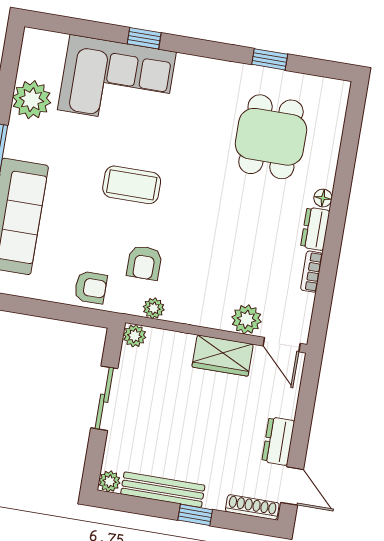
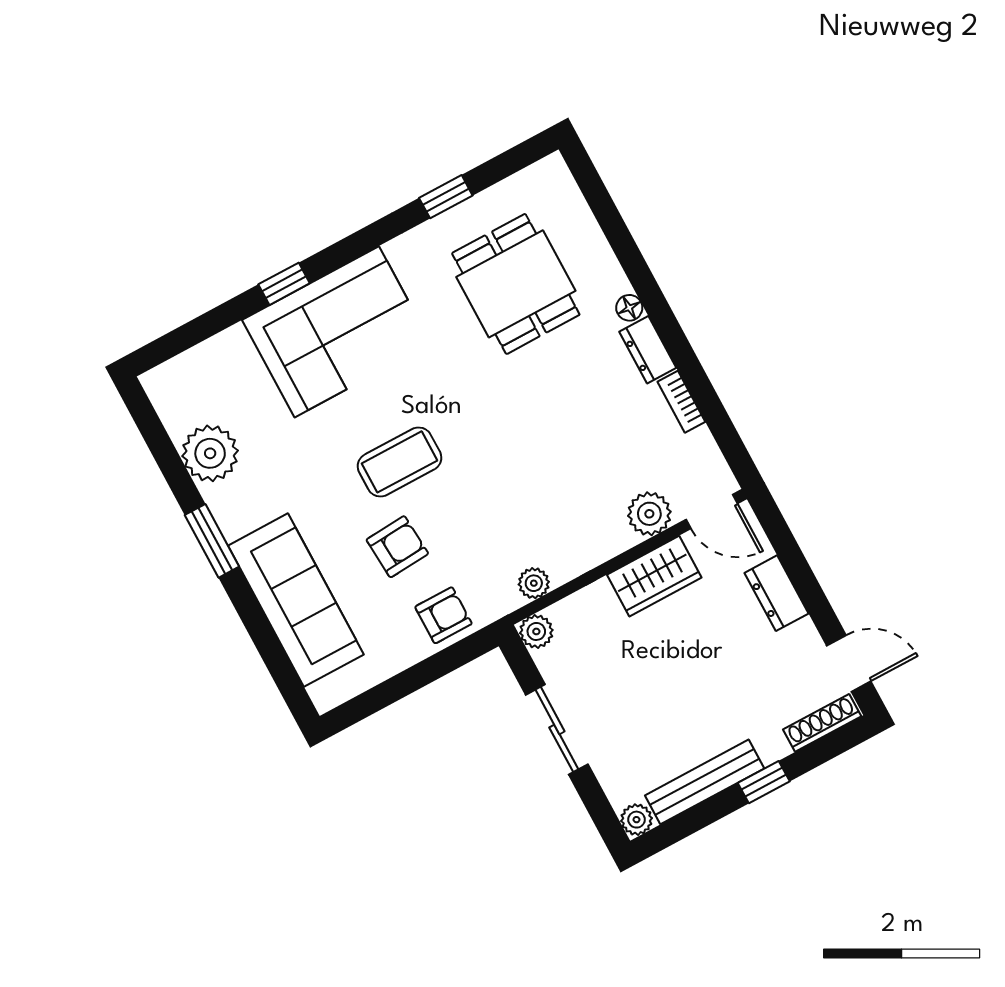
corner sofa: (117, 81) -> (337, 332), moved
armchair: (144, 263) -> (397, 547), moved, turned -94
dresser: (278, 441) -> (776, 593), moved

